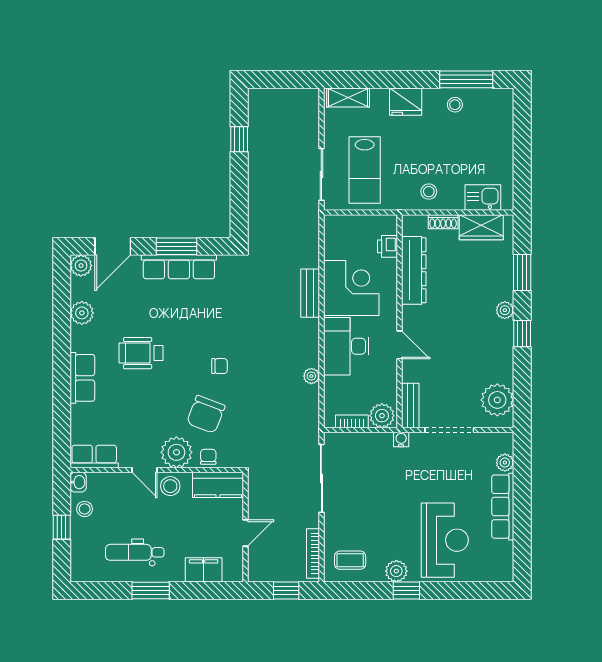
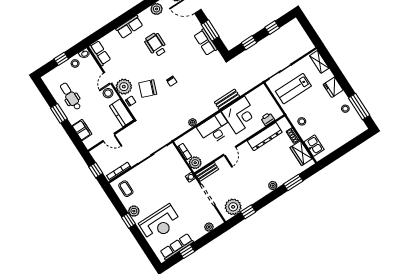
window: (239, 195) -> (249, 43), added
row of seats: (179, 267) -> (206, 42), width x0.68
window: (522, 334) -> (248, 212), moved
row of seats: (503, 507) -> (177, 247), moved
window: (522, 526) -> (187, 252), added

